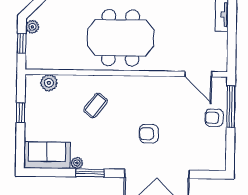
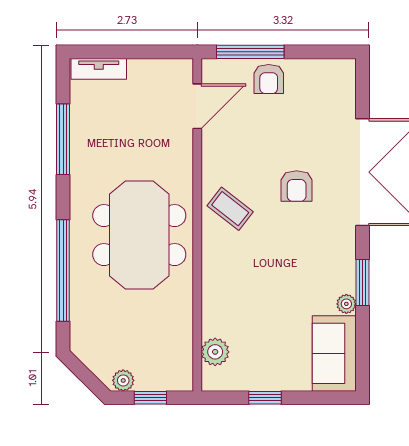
coffee table: (95, 105) -> (230, 209), moved

